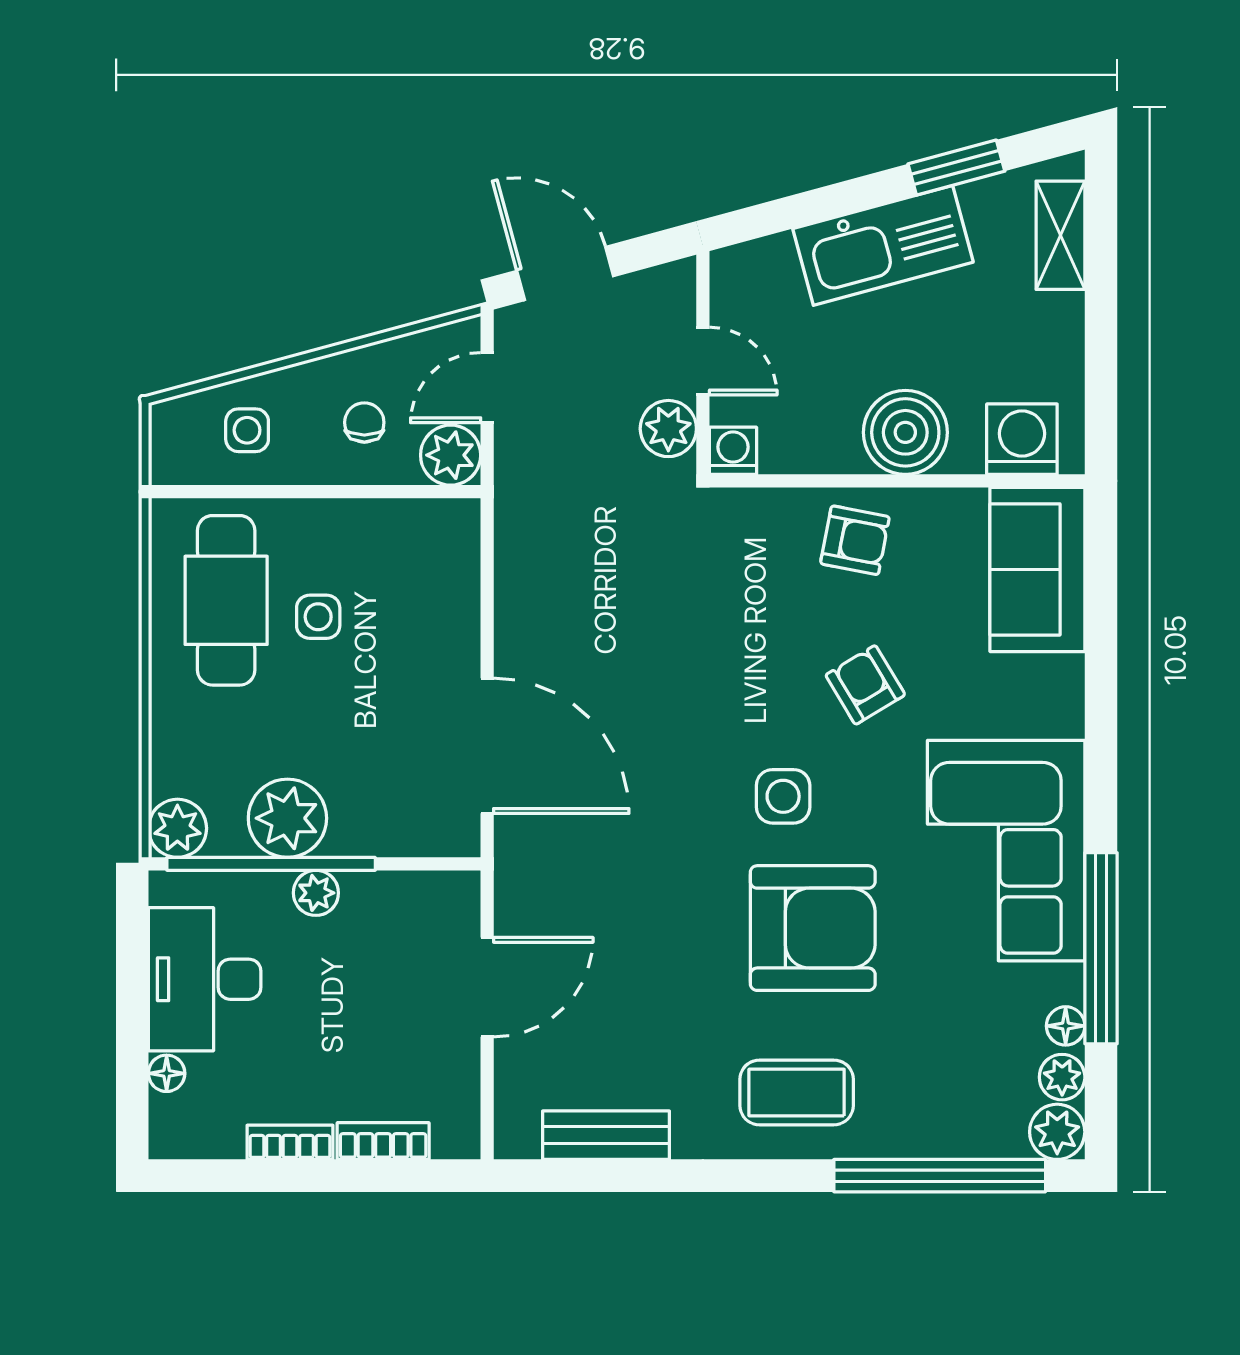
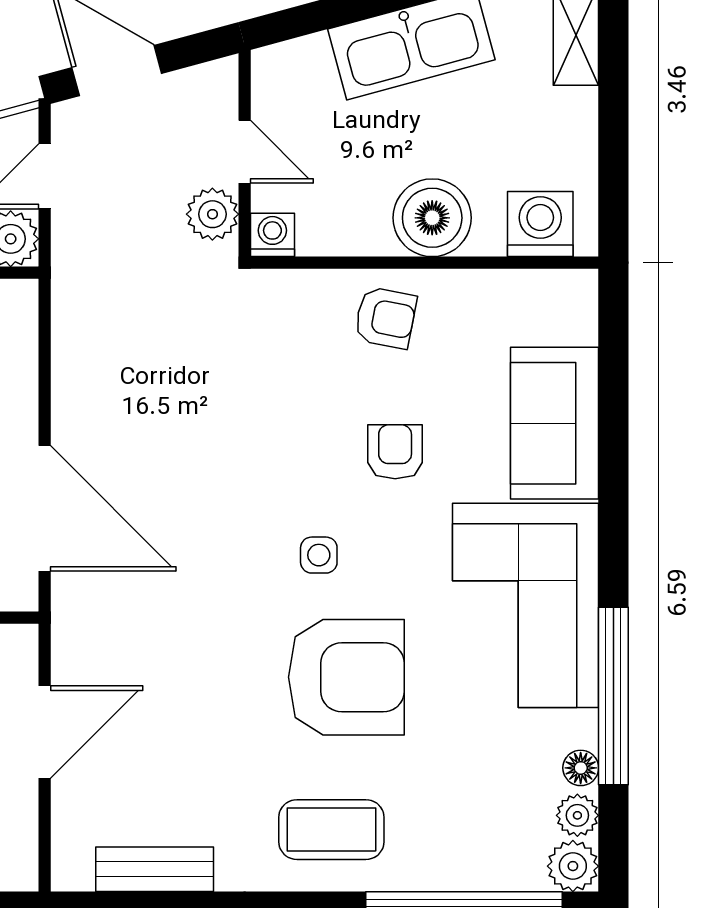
sofa: (1037, 569) -> (555, 423), moved
armchair: (865, 685) -> (395, 452), turned 31
side table: (783, 796) -> (319, 555), width x0.73, depth x0.73

